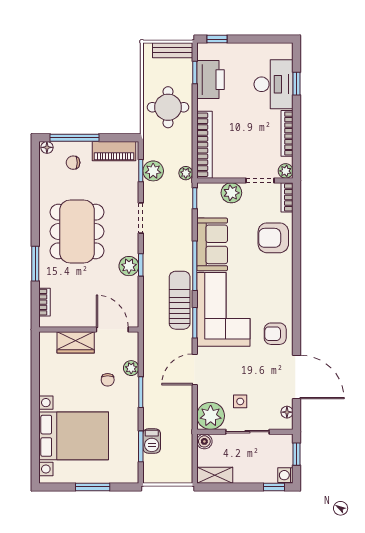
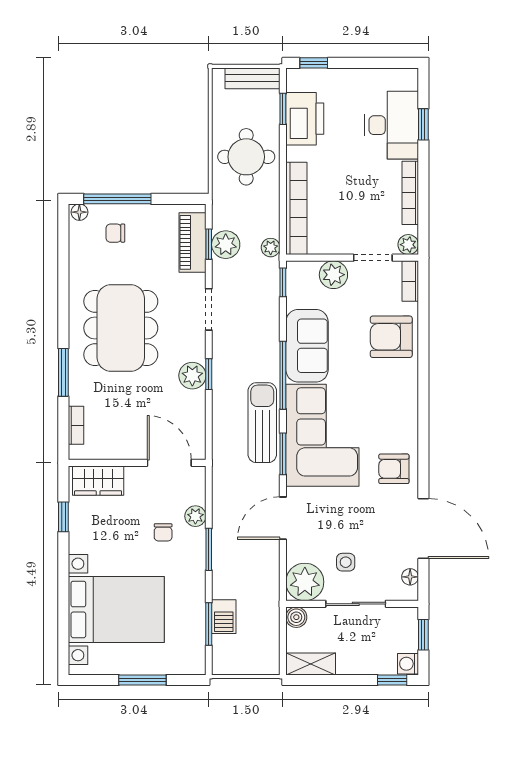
piano: (114, 151) -> (192, 242), moved, turned 90
wardrobe: (76, 342) -> (98, 481), moved
window: (35, 369) -> (63, 517), added

